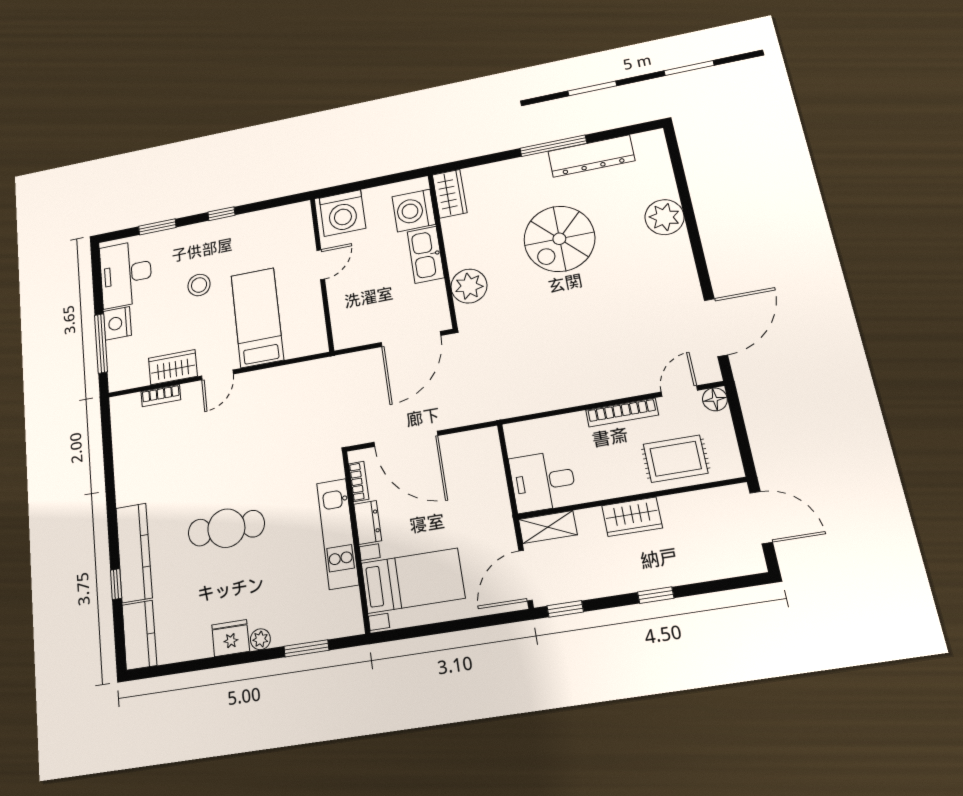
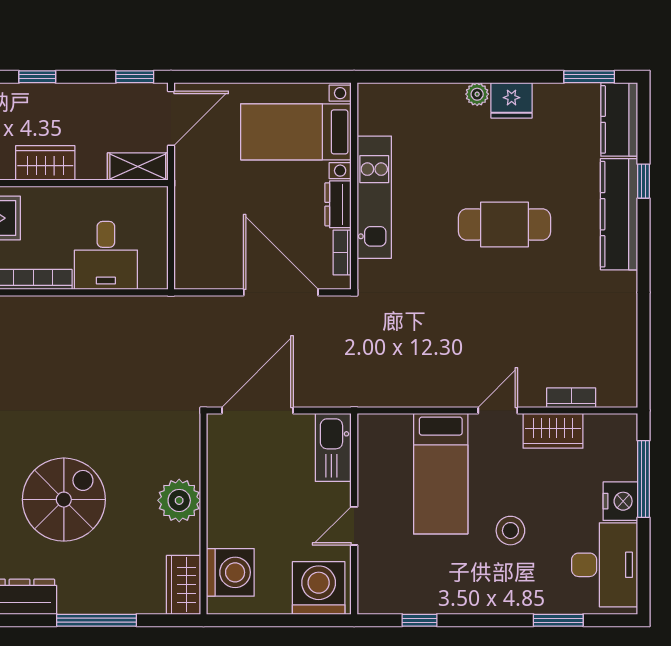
window: (553, 146) -> (97, 620), moved
window: (221, 214) -> (420, 620), moved
kitchen sink: (426, 255) -> (333, 447), moved, turned 180
plant: (469, 286) -> (179, 500), moved
desk: (543, 481) -> (106, 255), moved, turned 90
window: (306, 648) -> (589, 77), moved

